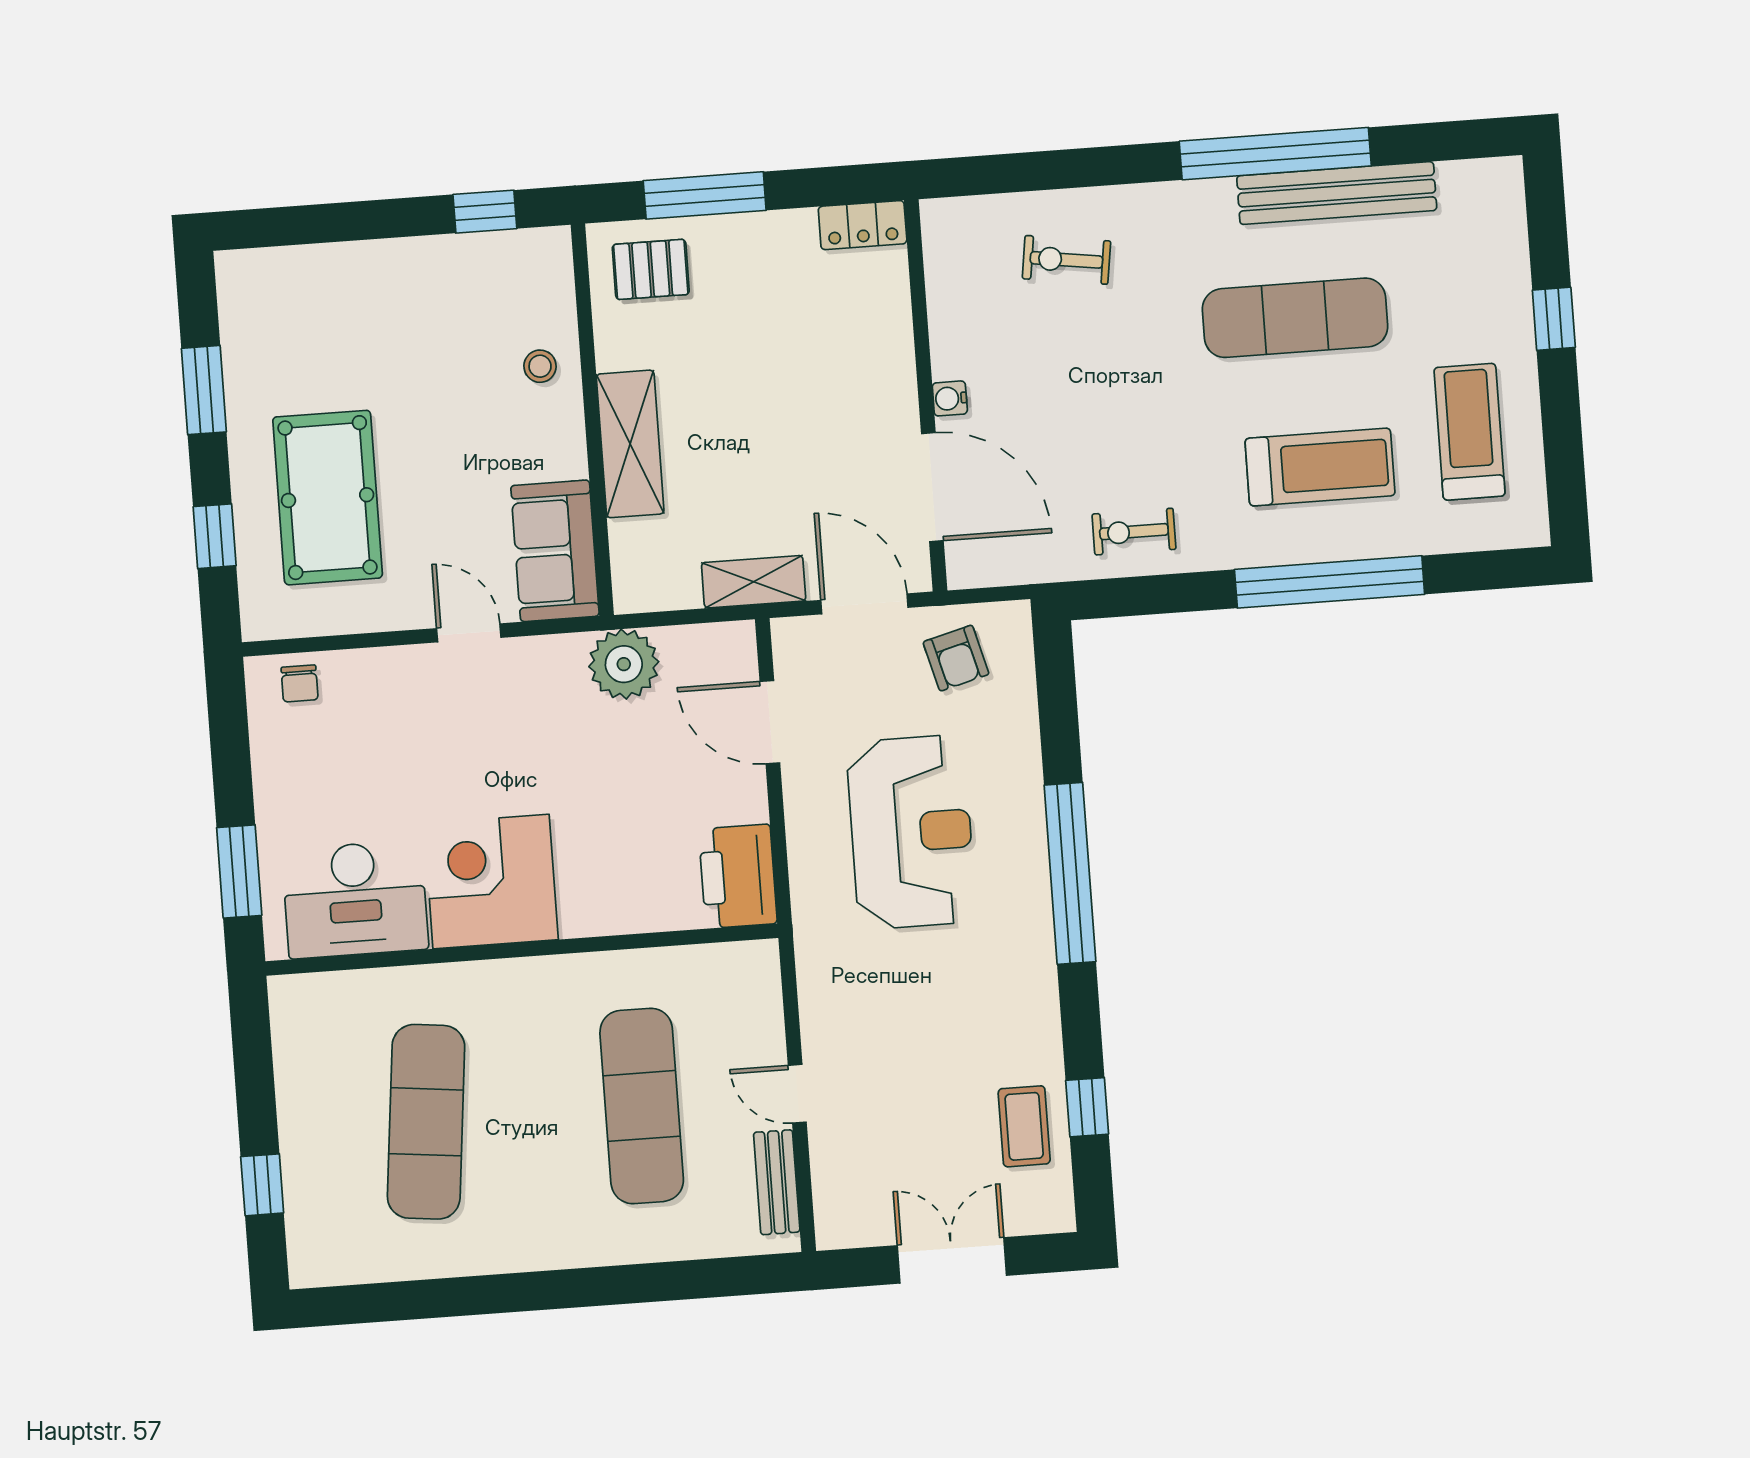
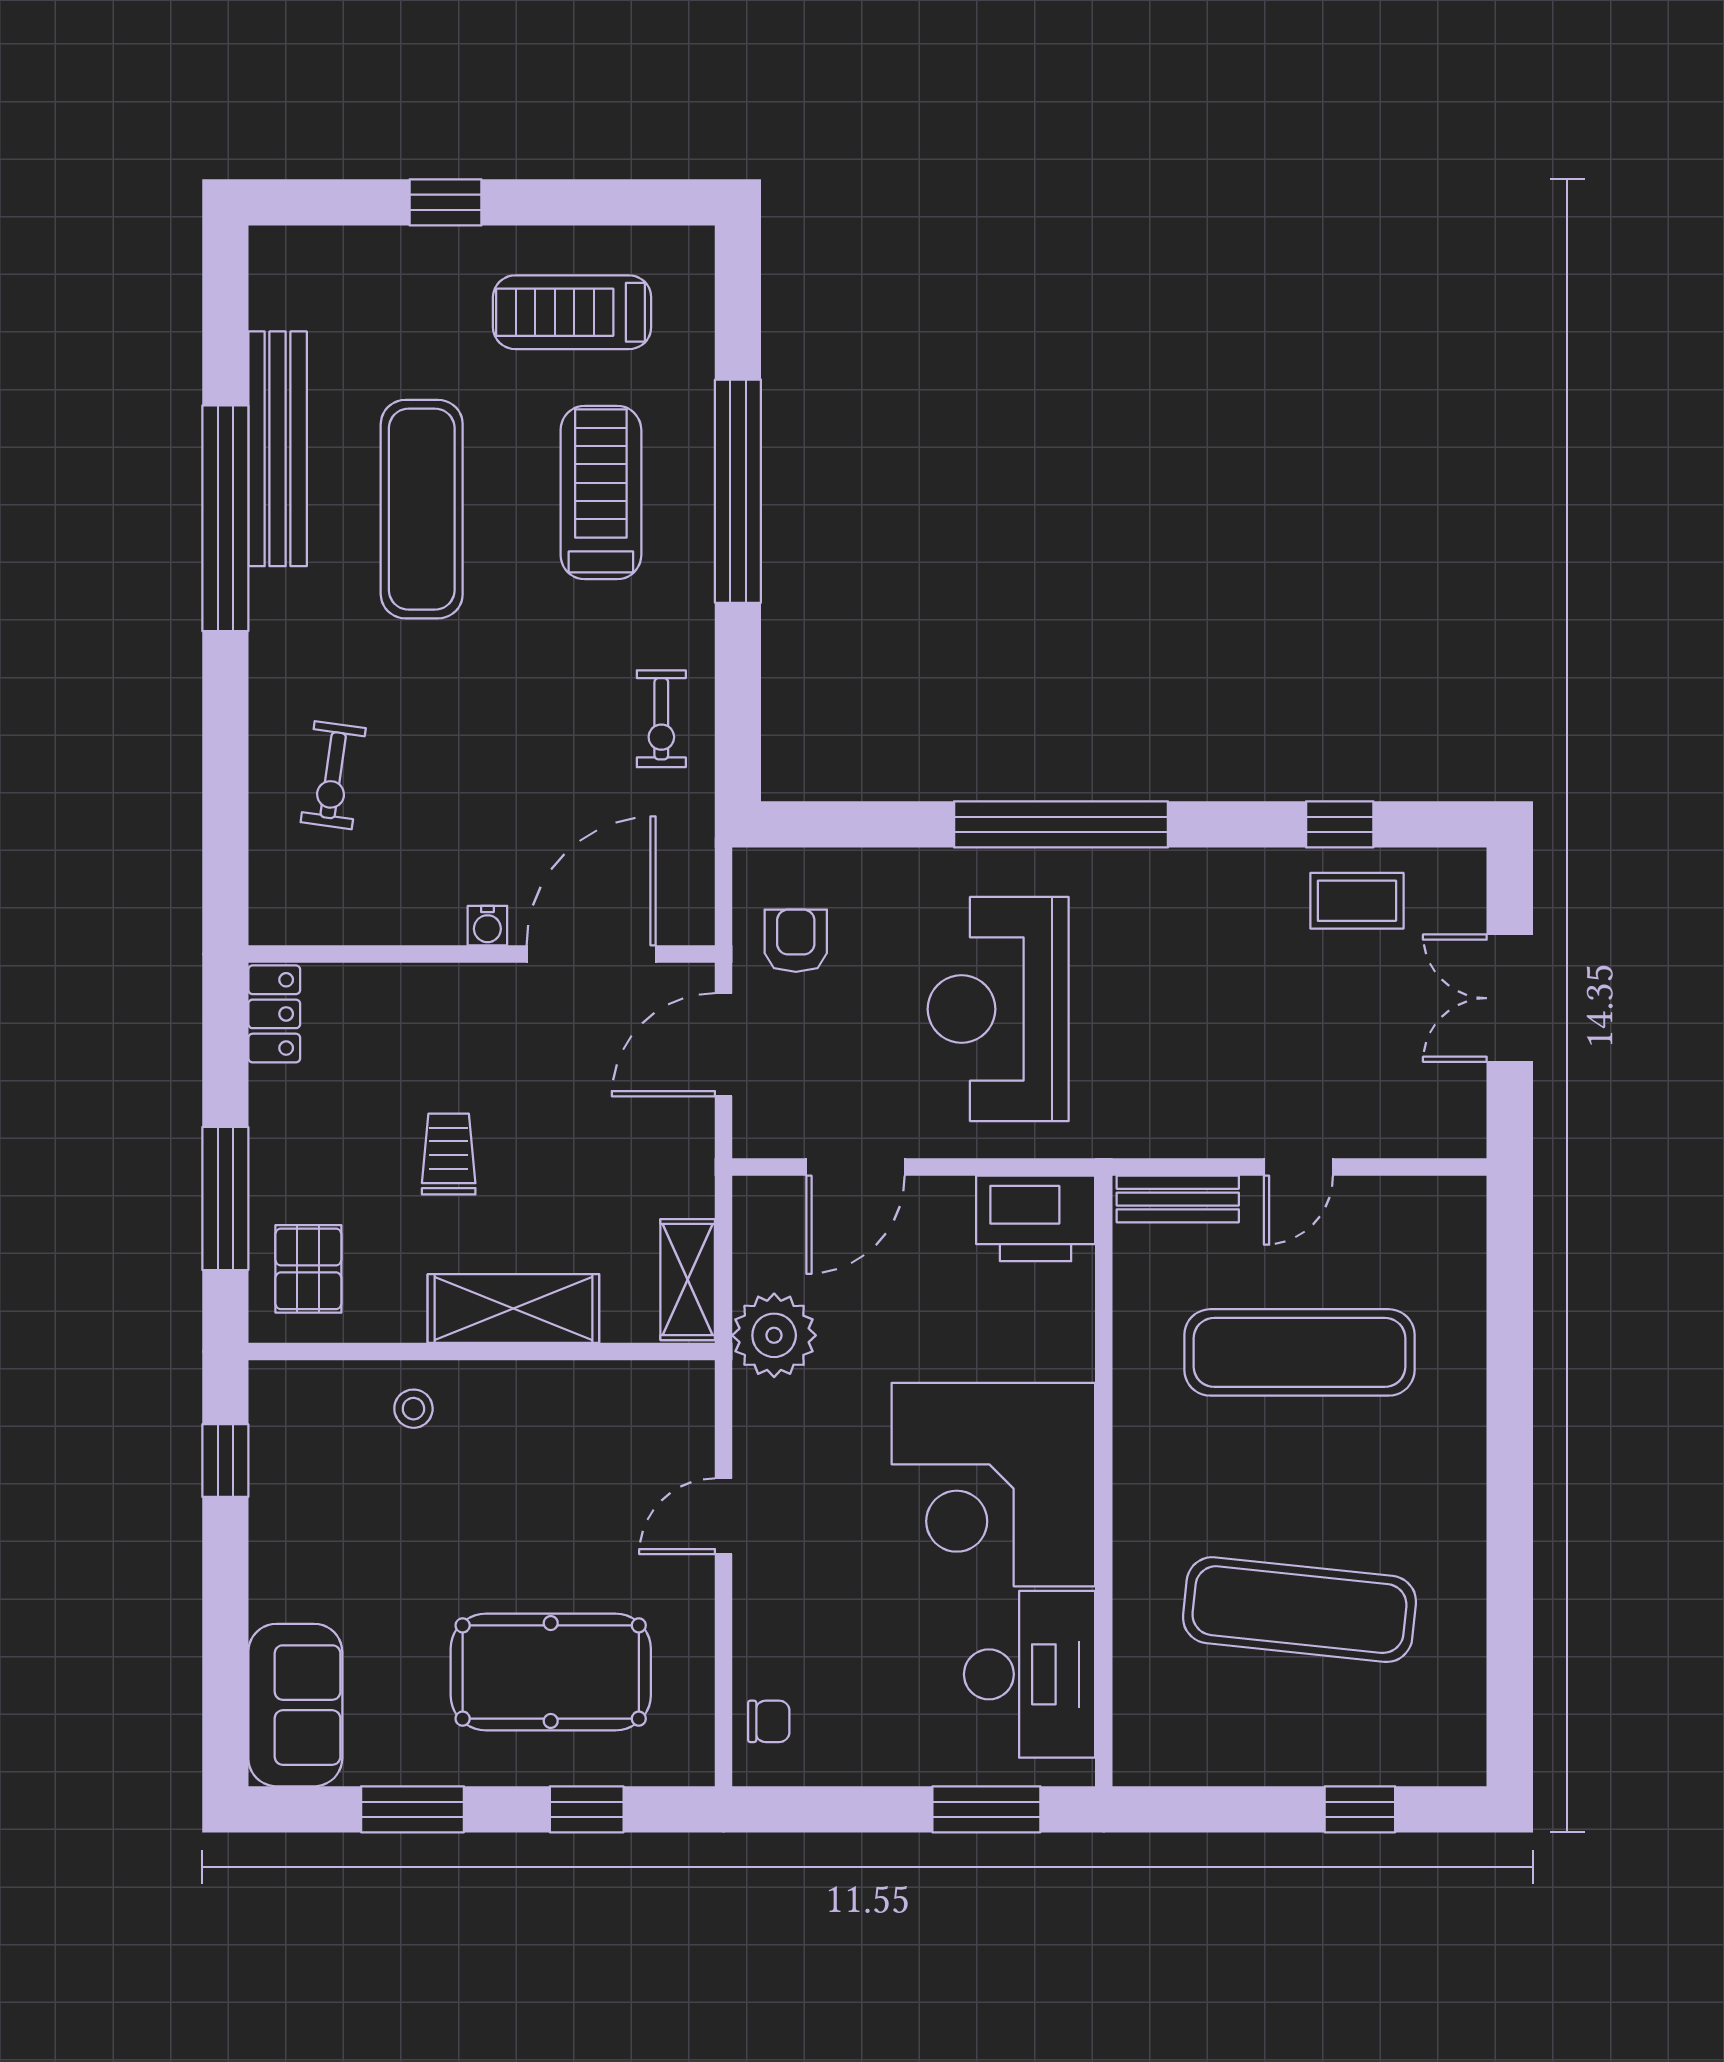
trolley: (756, 380) -> (449, 1154), added
sofa: (555, 551) -> (295, 1705), moved, turned -90
shelving: (754, 582) -> (688, 1280), moved
armchair: (956, 658) -> (796, 941), turned -75
reception desk: (911, 832) -> (998, 1009), turned -90
corner desk: (491, 882) -> (993, 1485), width x1.36, depth x1.36
bench: (777, 1182) -> (1178, 1199), moved

